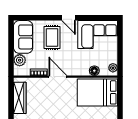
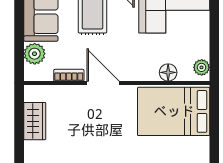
wardrobe: (20, 98) -> (35, 121), width x0.67

